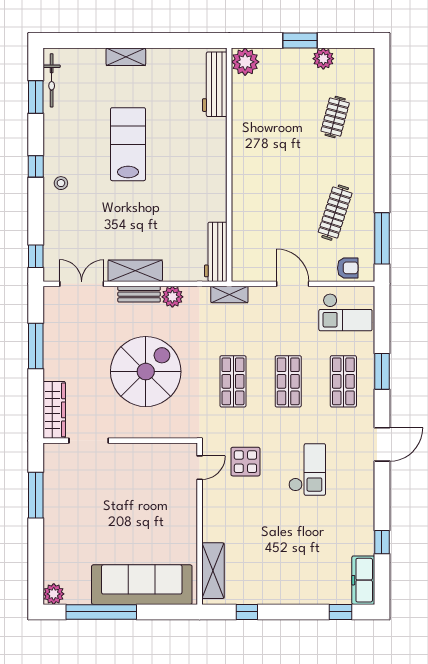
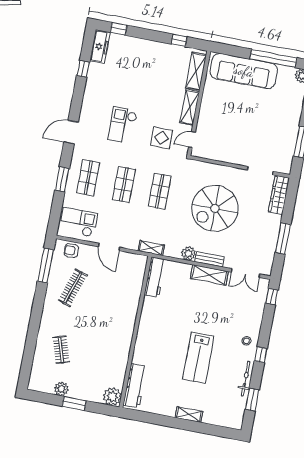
bicycle: (52, 80) -> (246, 379), moved
clothes rail: (335, 117) -> (61, 350), turned -33
shelving: (212, 515) -> (190, 107), added

